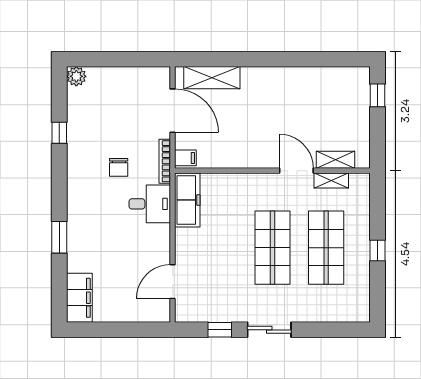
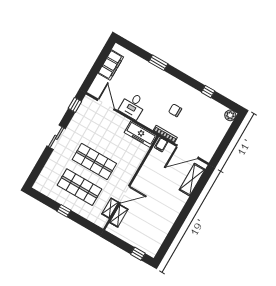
desk: (150, 204) -> (133, 106), moved
filing cabinet: (79, 298) -> (111, 65), moved, turned -90
window: (220, 330) -> (75, 105), moved

